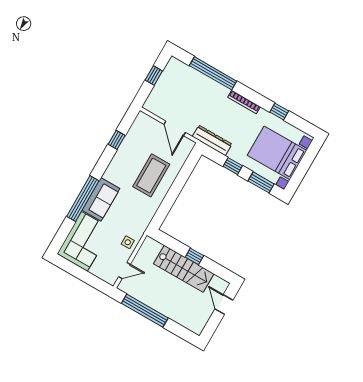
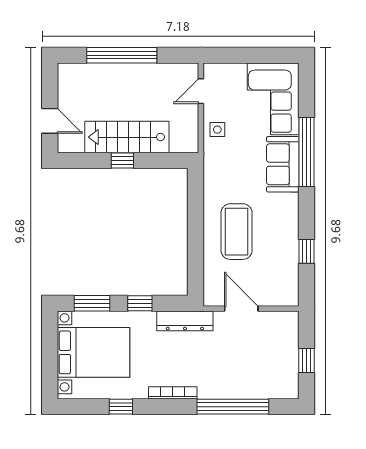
window: (145, 311) -> (122, 55), moved

